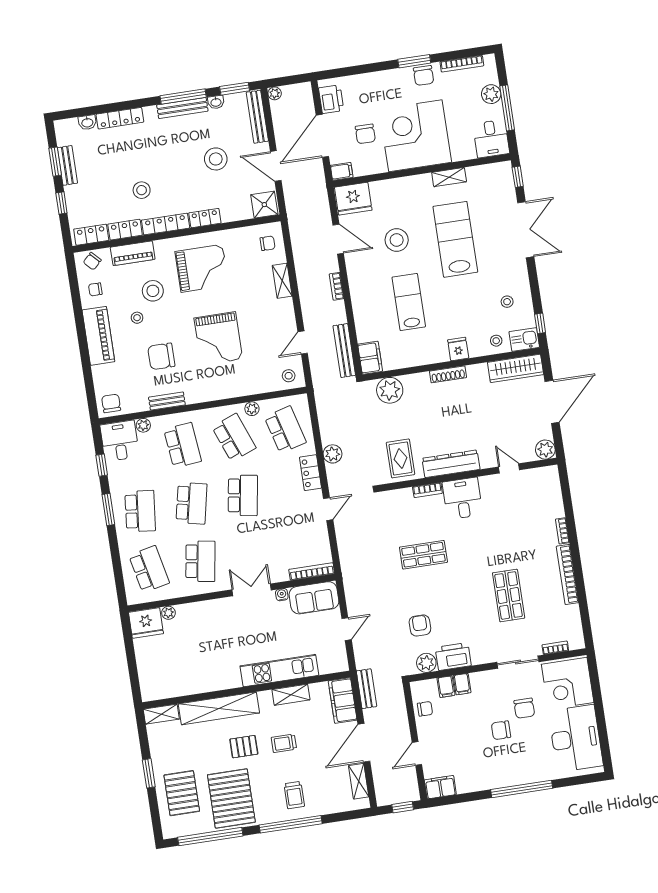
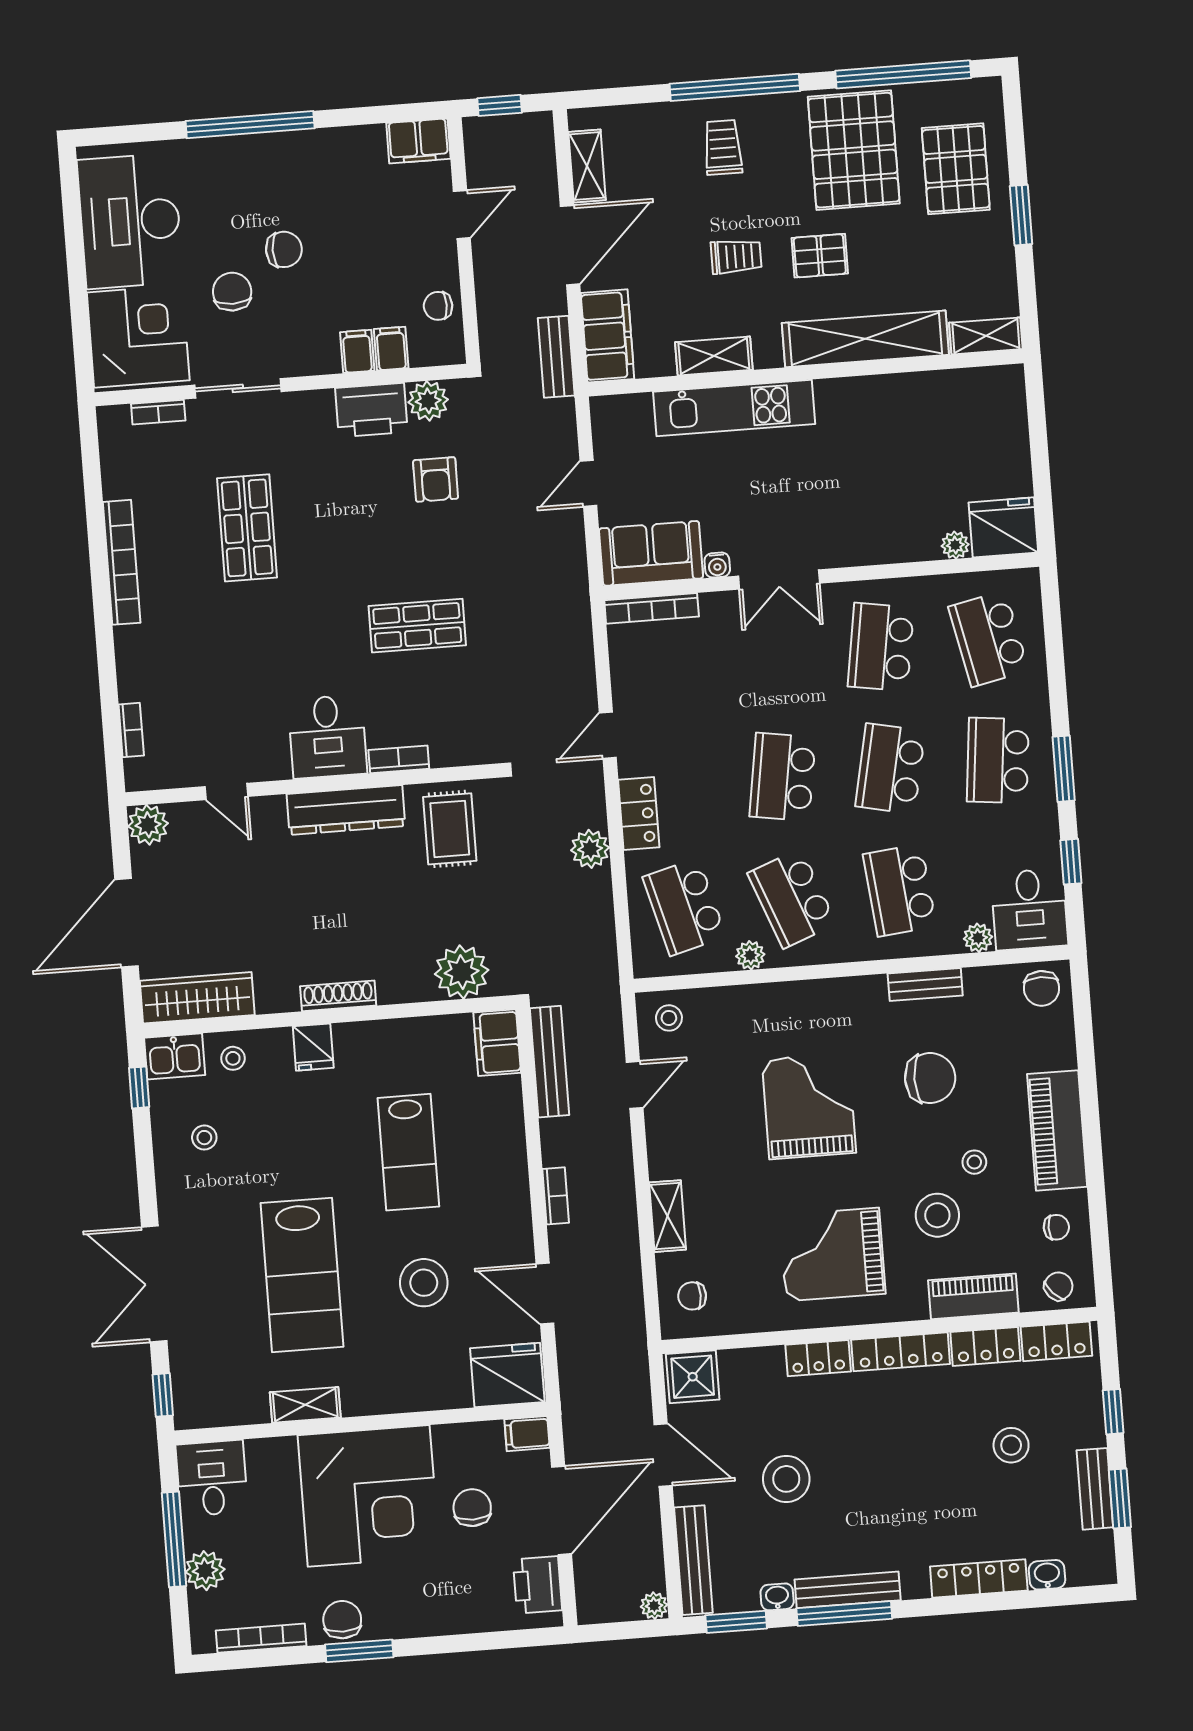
stool: (142, 190) -> (1011, 1445), moved
bookcase: (562, 531) -> (131, 730), moved

